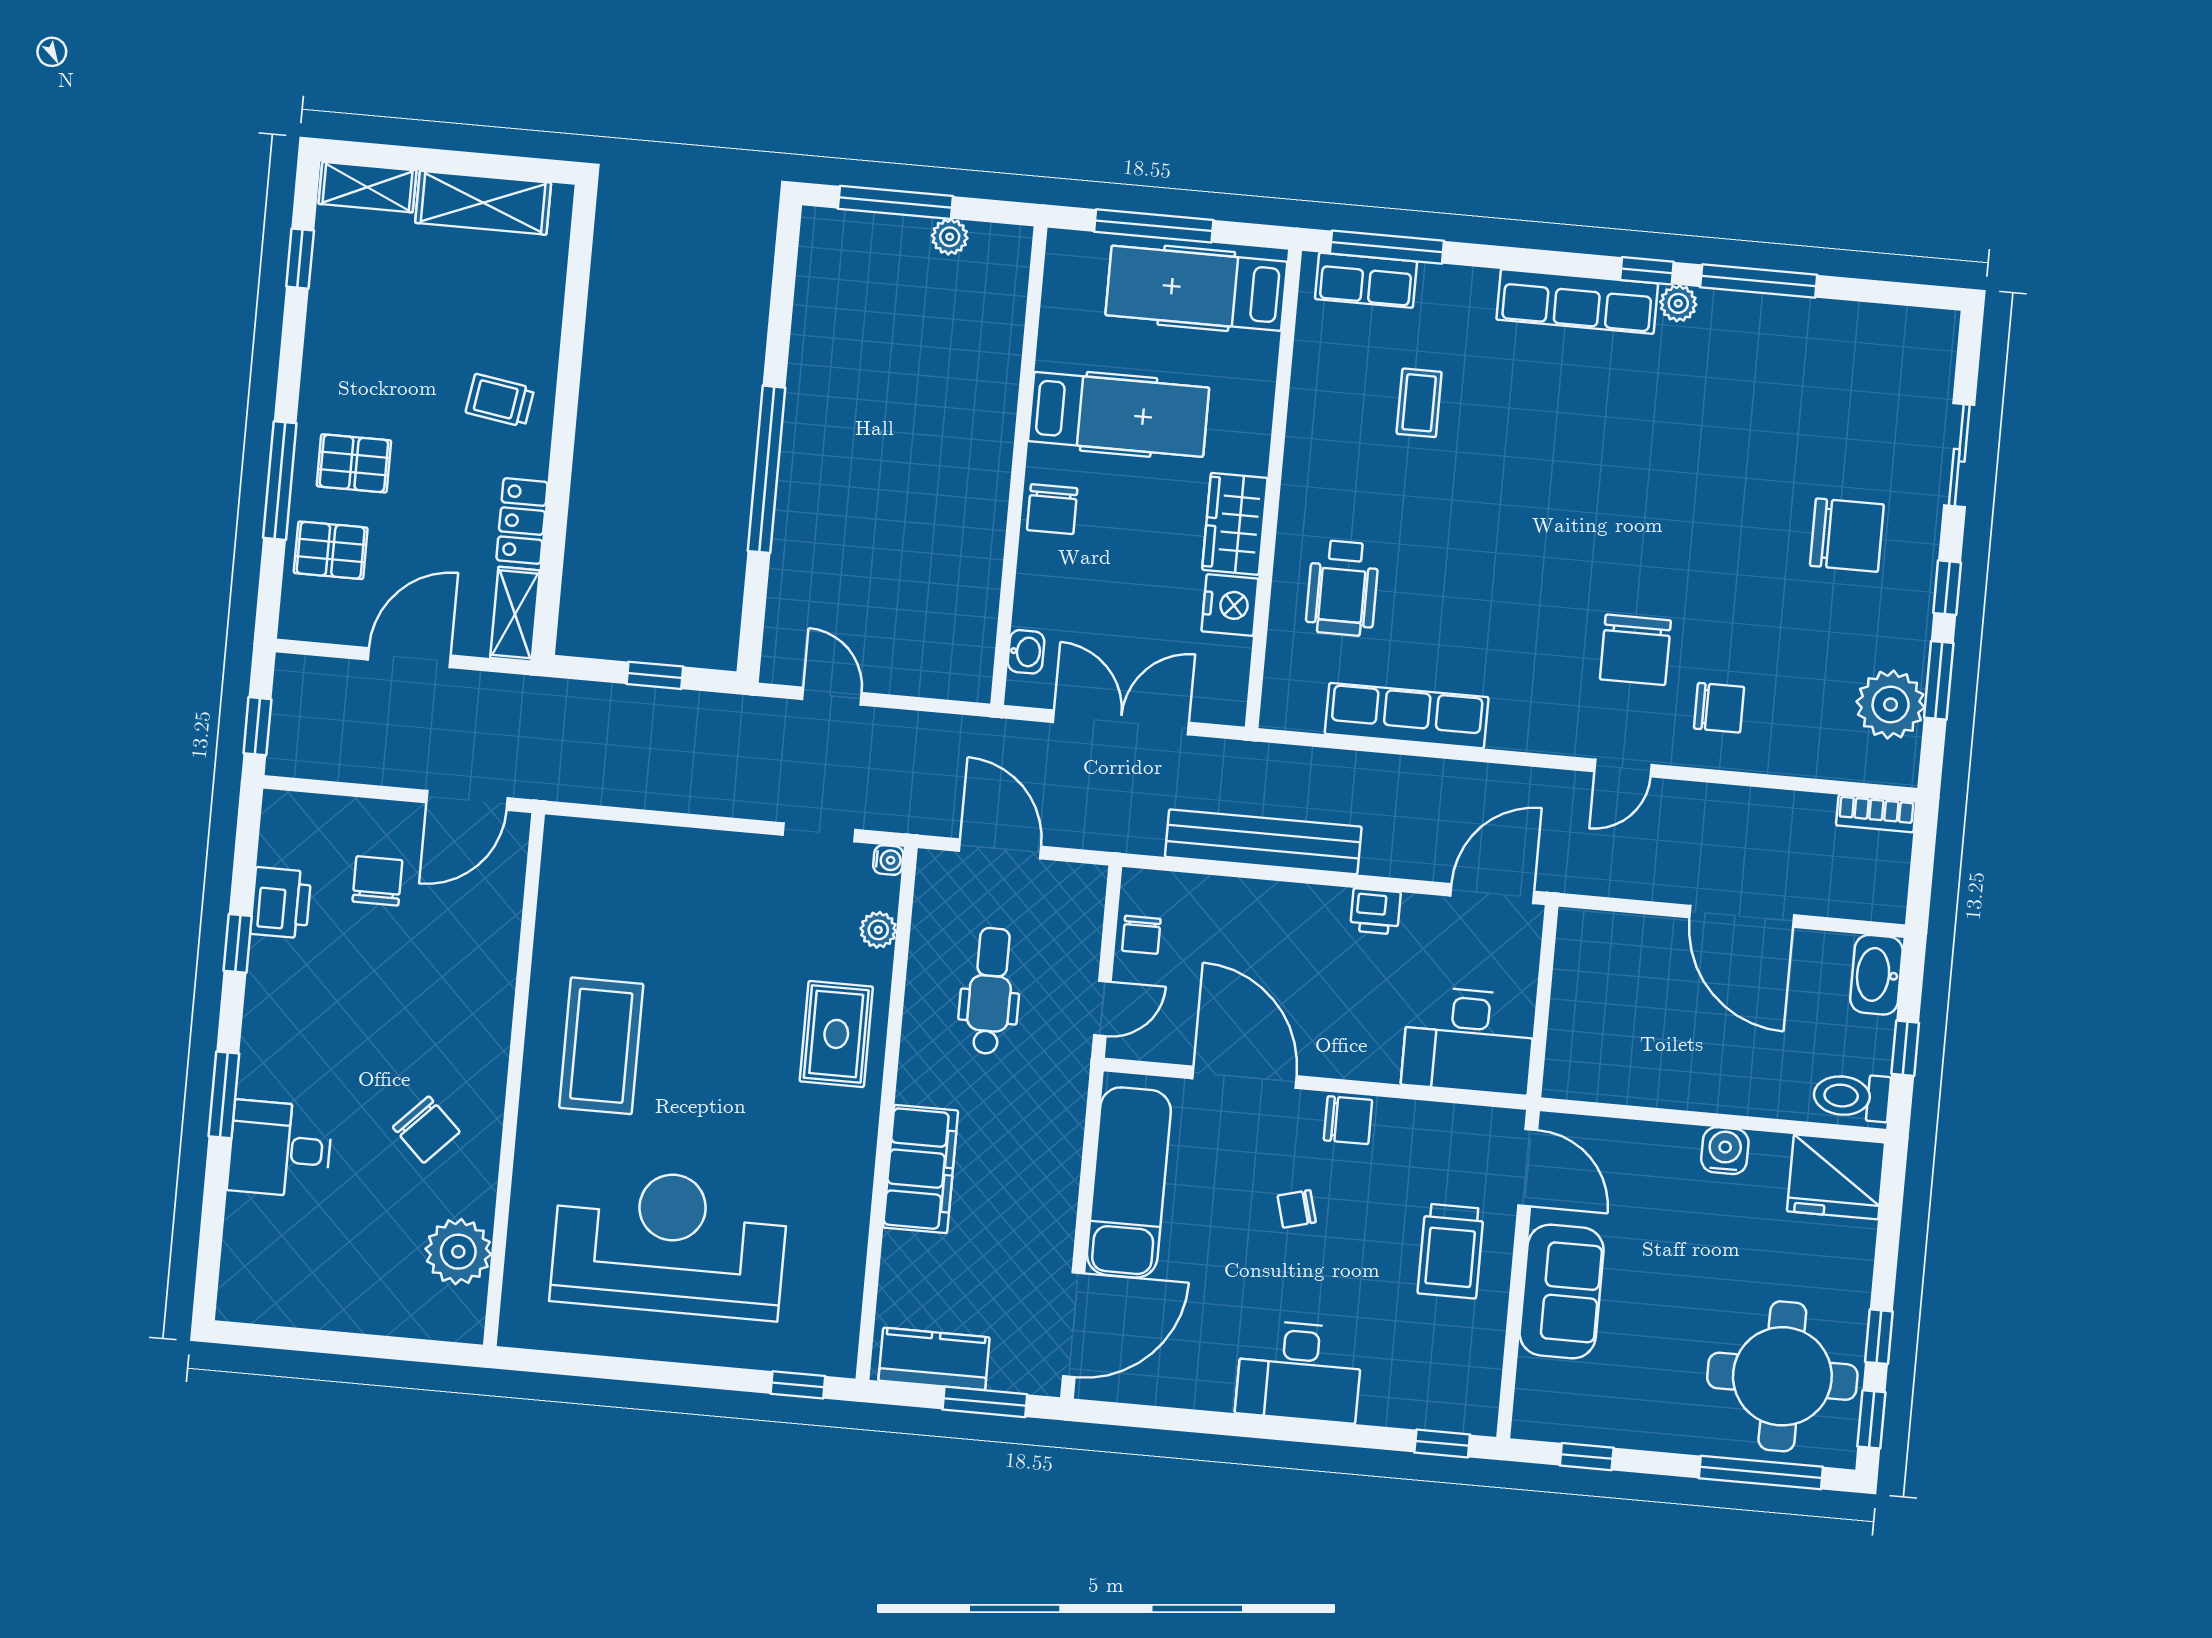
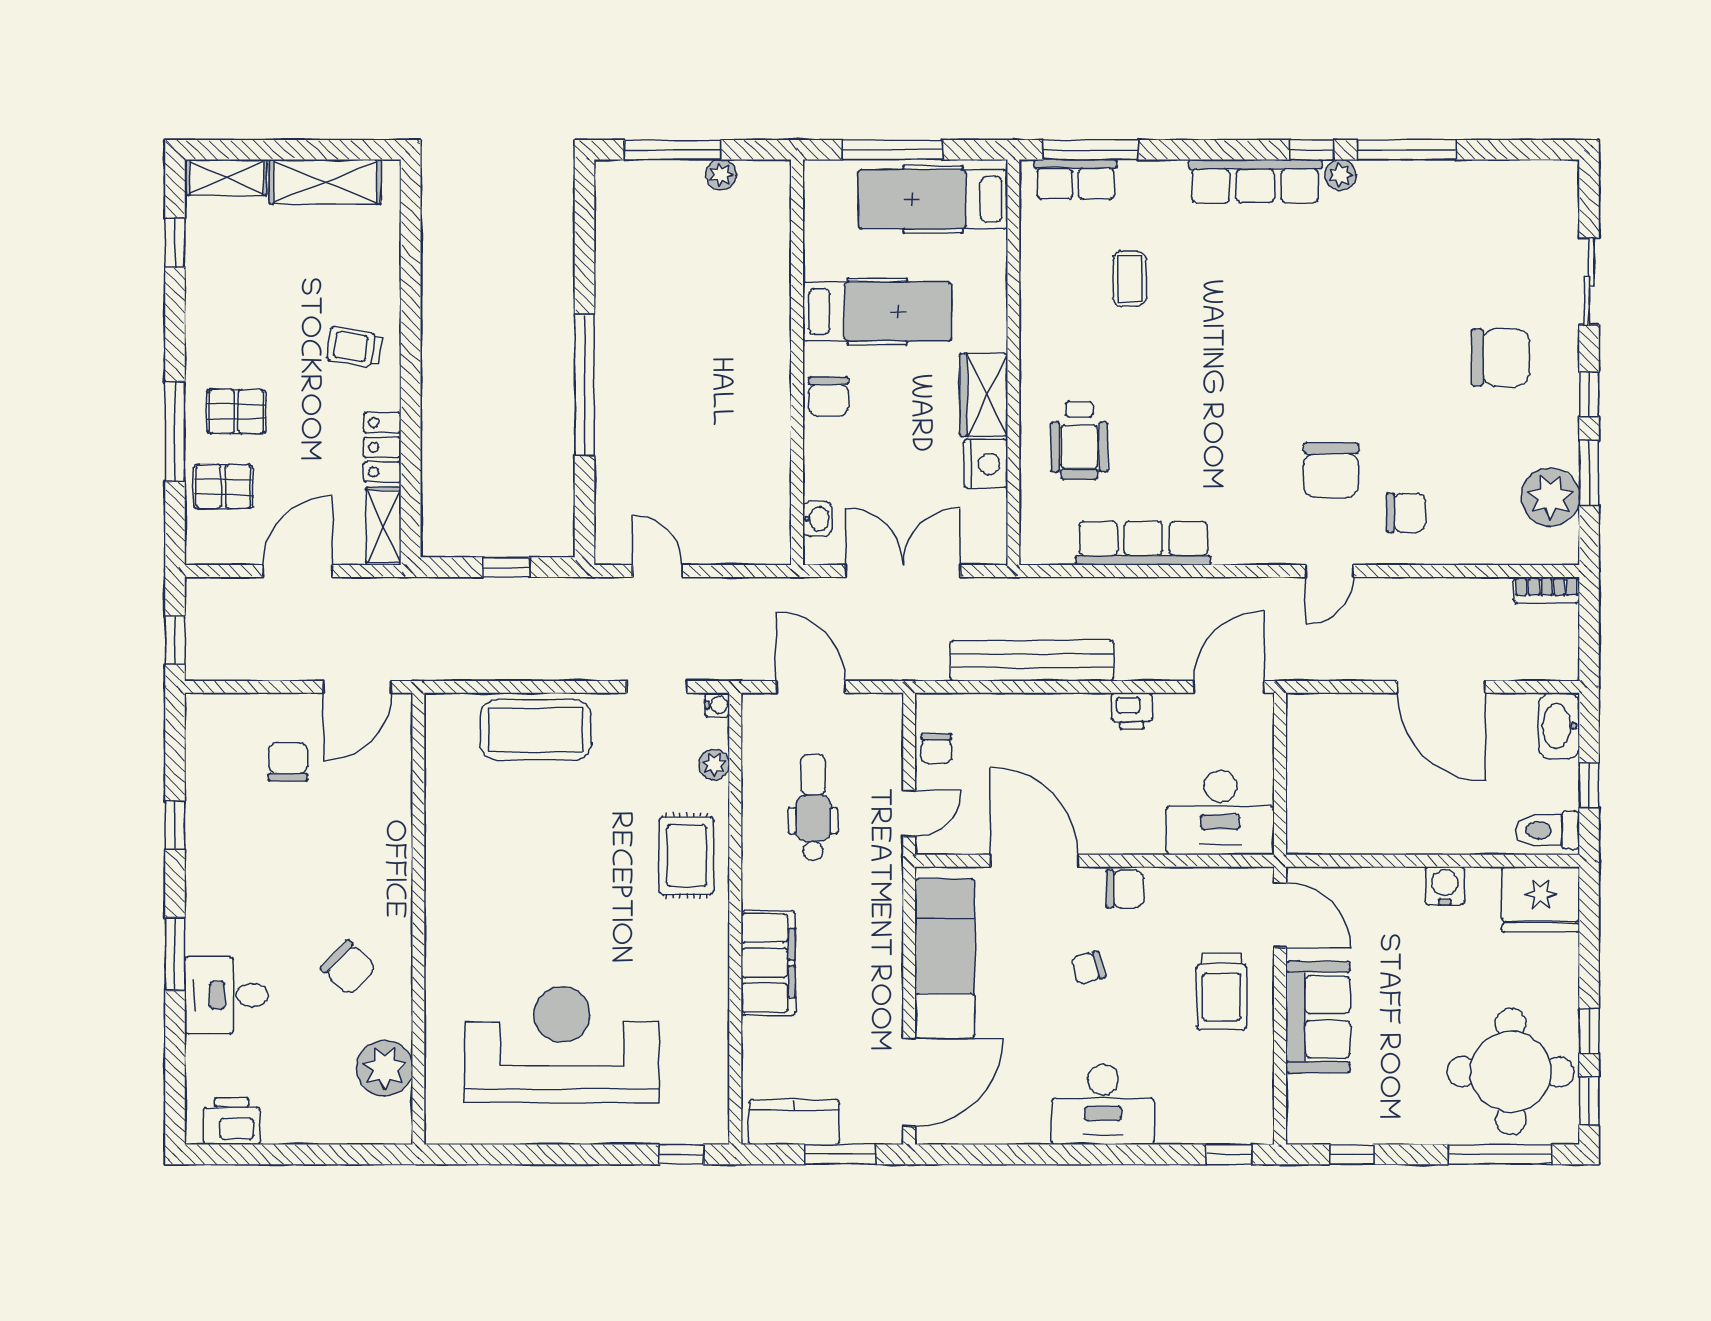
printer: (281, 903) -> (232, 1121), moved, turned -90
coffee table: (601, 1046) -> (536, 730), moved, turned 90

